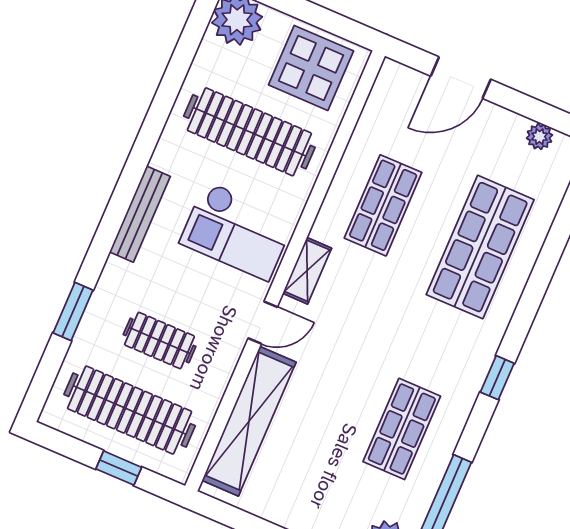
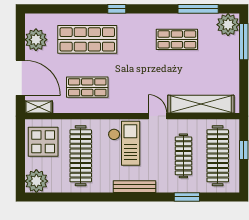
door: (461, 78) -> (20, 78), width x1.36
plant: (540, 137) -> (36, 40), width x1.88, depth x1.88
shelving: (307, 271) -> (39, 107), moved
clothes rail: (160, 340) -> (183, 156), width x1.36
window: (497, 378) -> (117, 9), moved

